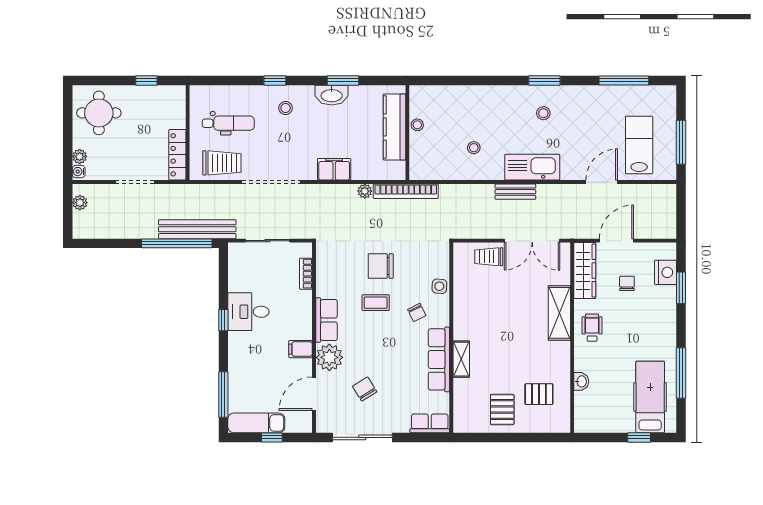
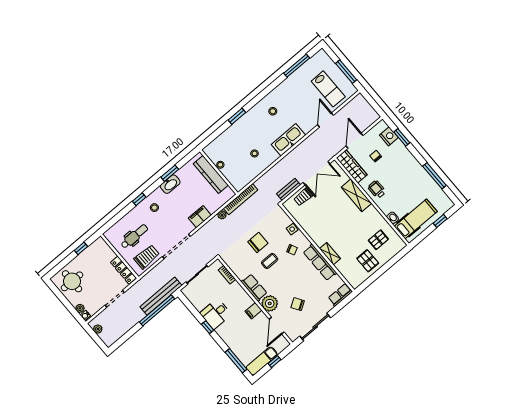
window: (544, 80) -> (237, 116), moved
lab bench: (639, 145) -> (328, 89), turned 180
bench: (515, 192) -> (289, 189), moved
chair: (381, 266) -> (258, 243), turned 180
hospital bed: (650, 397) -> (416, 219), moved, turned 90

